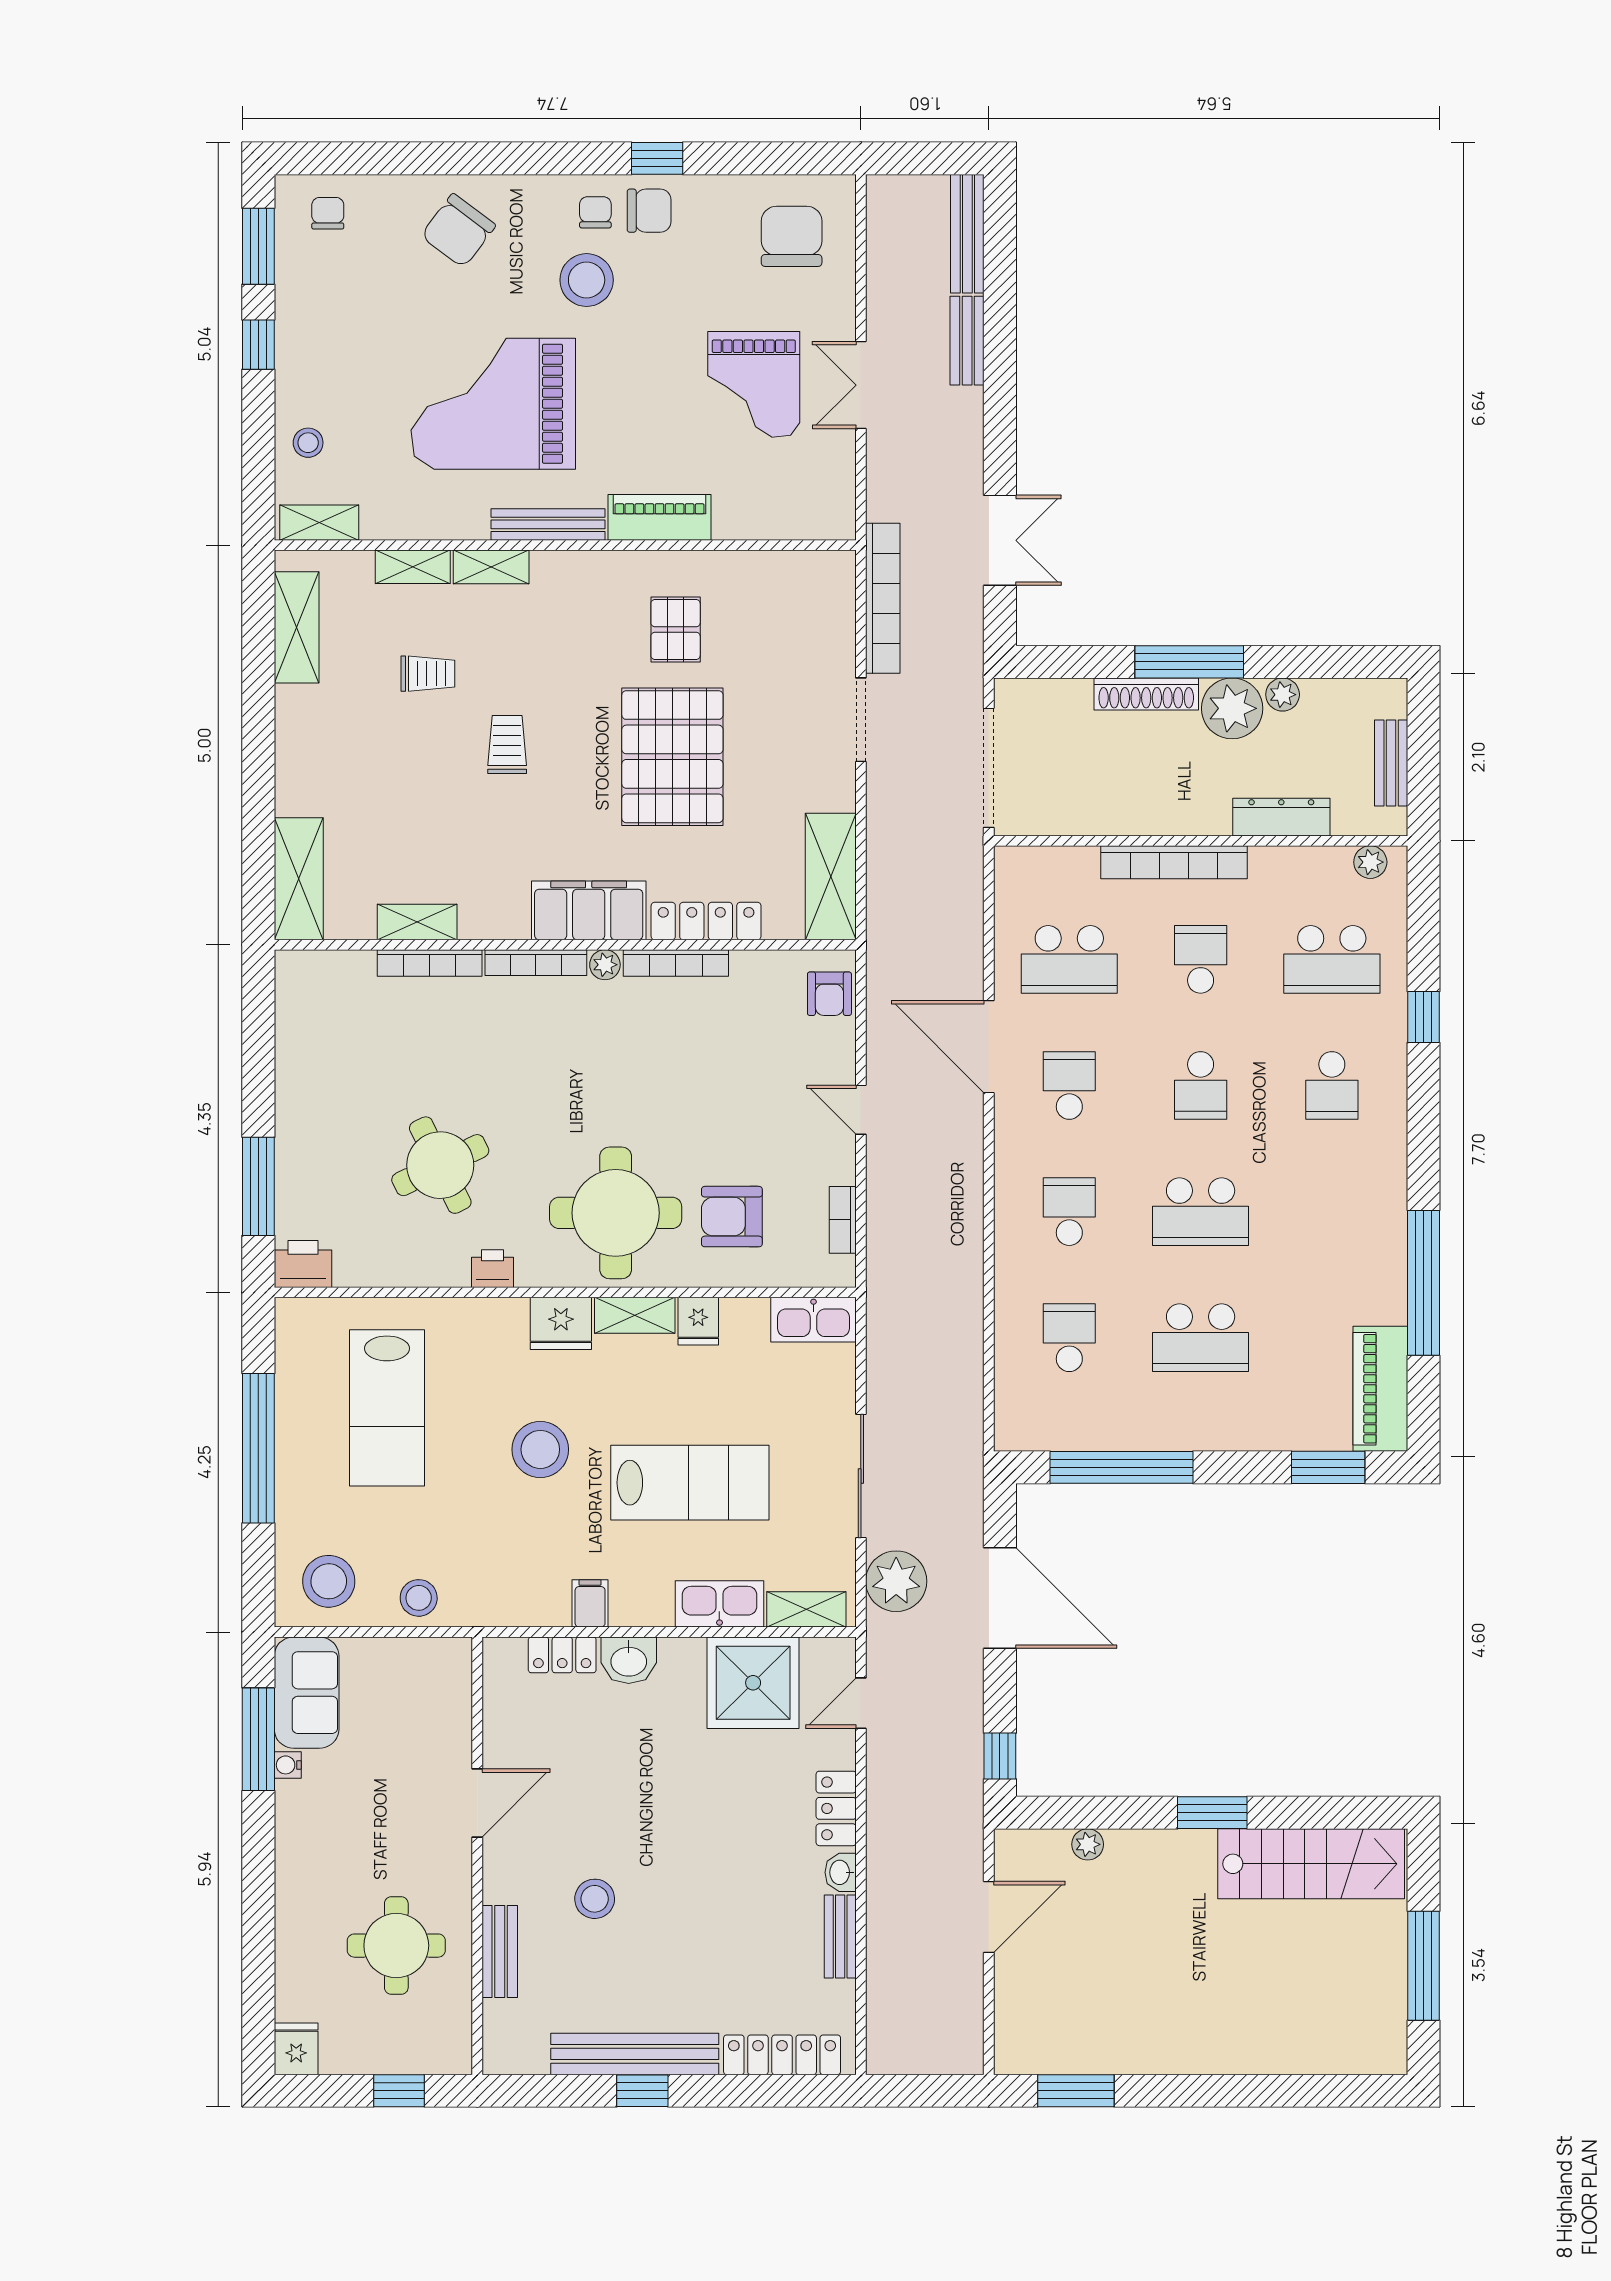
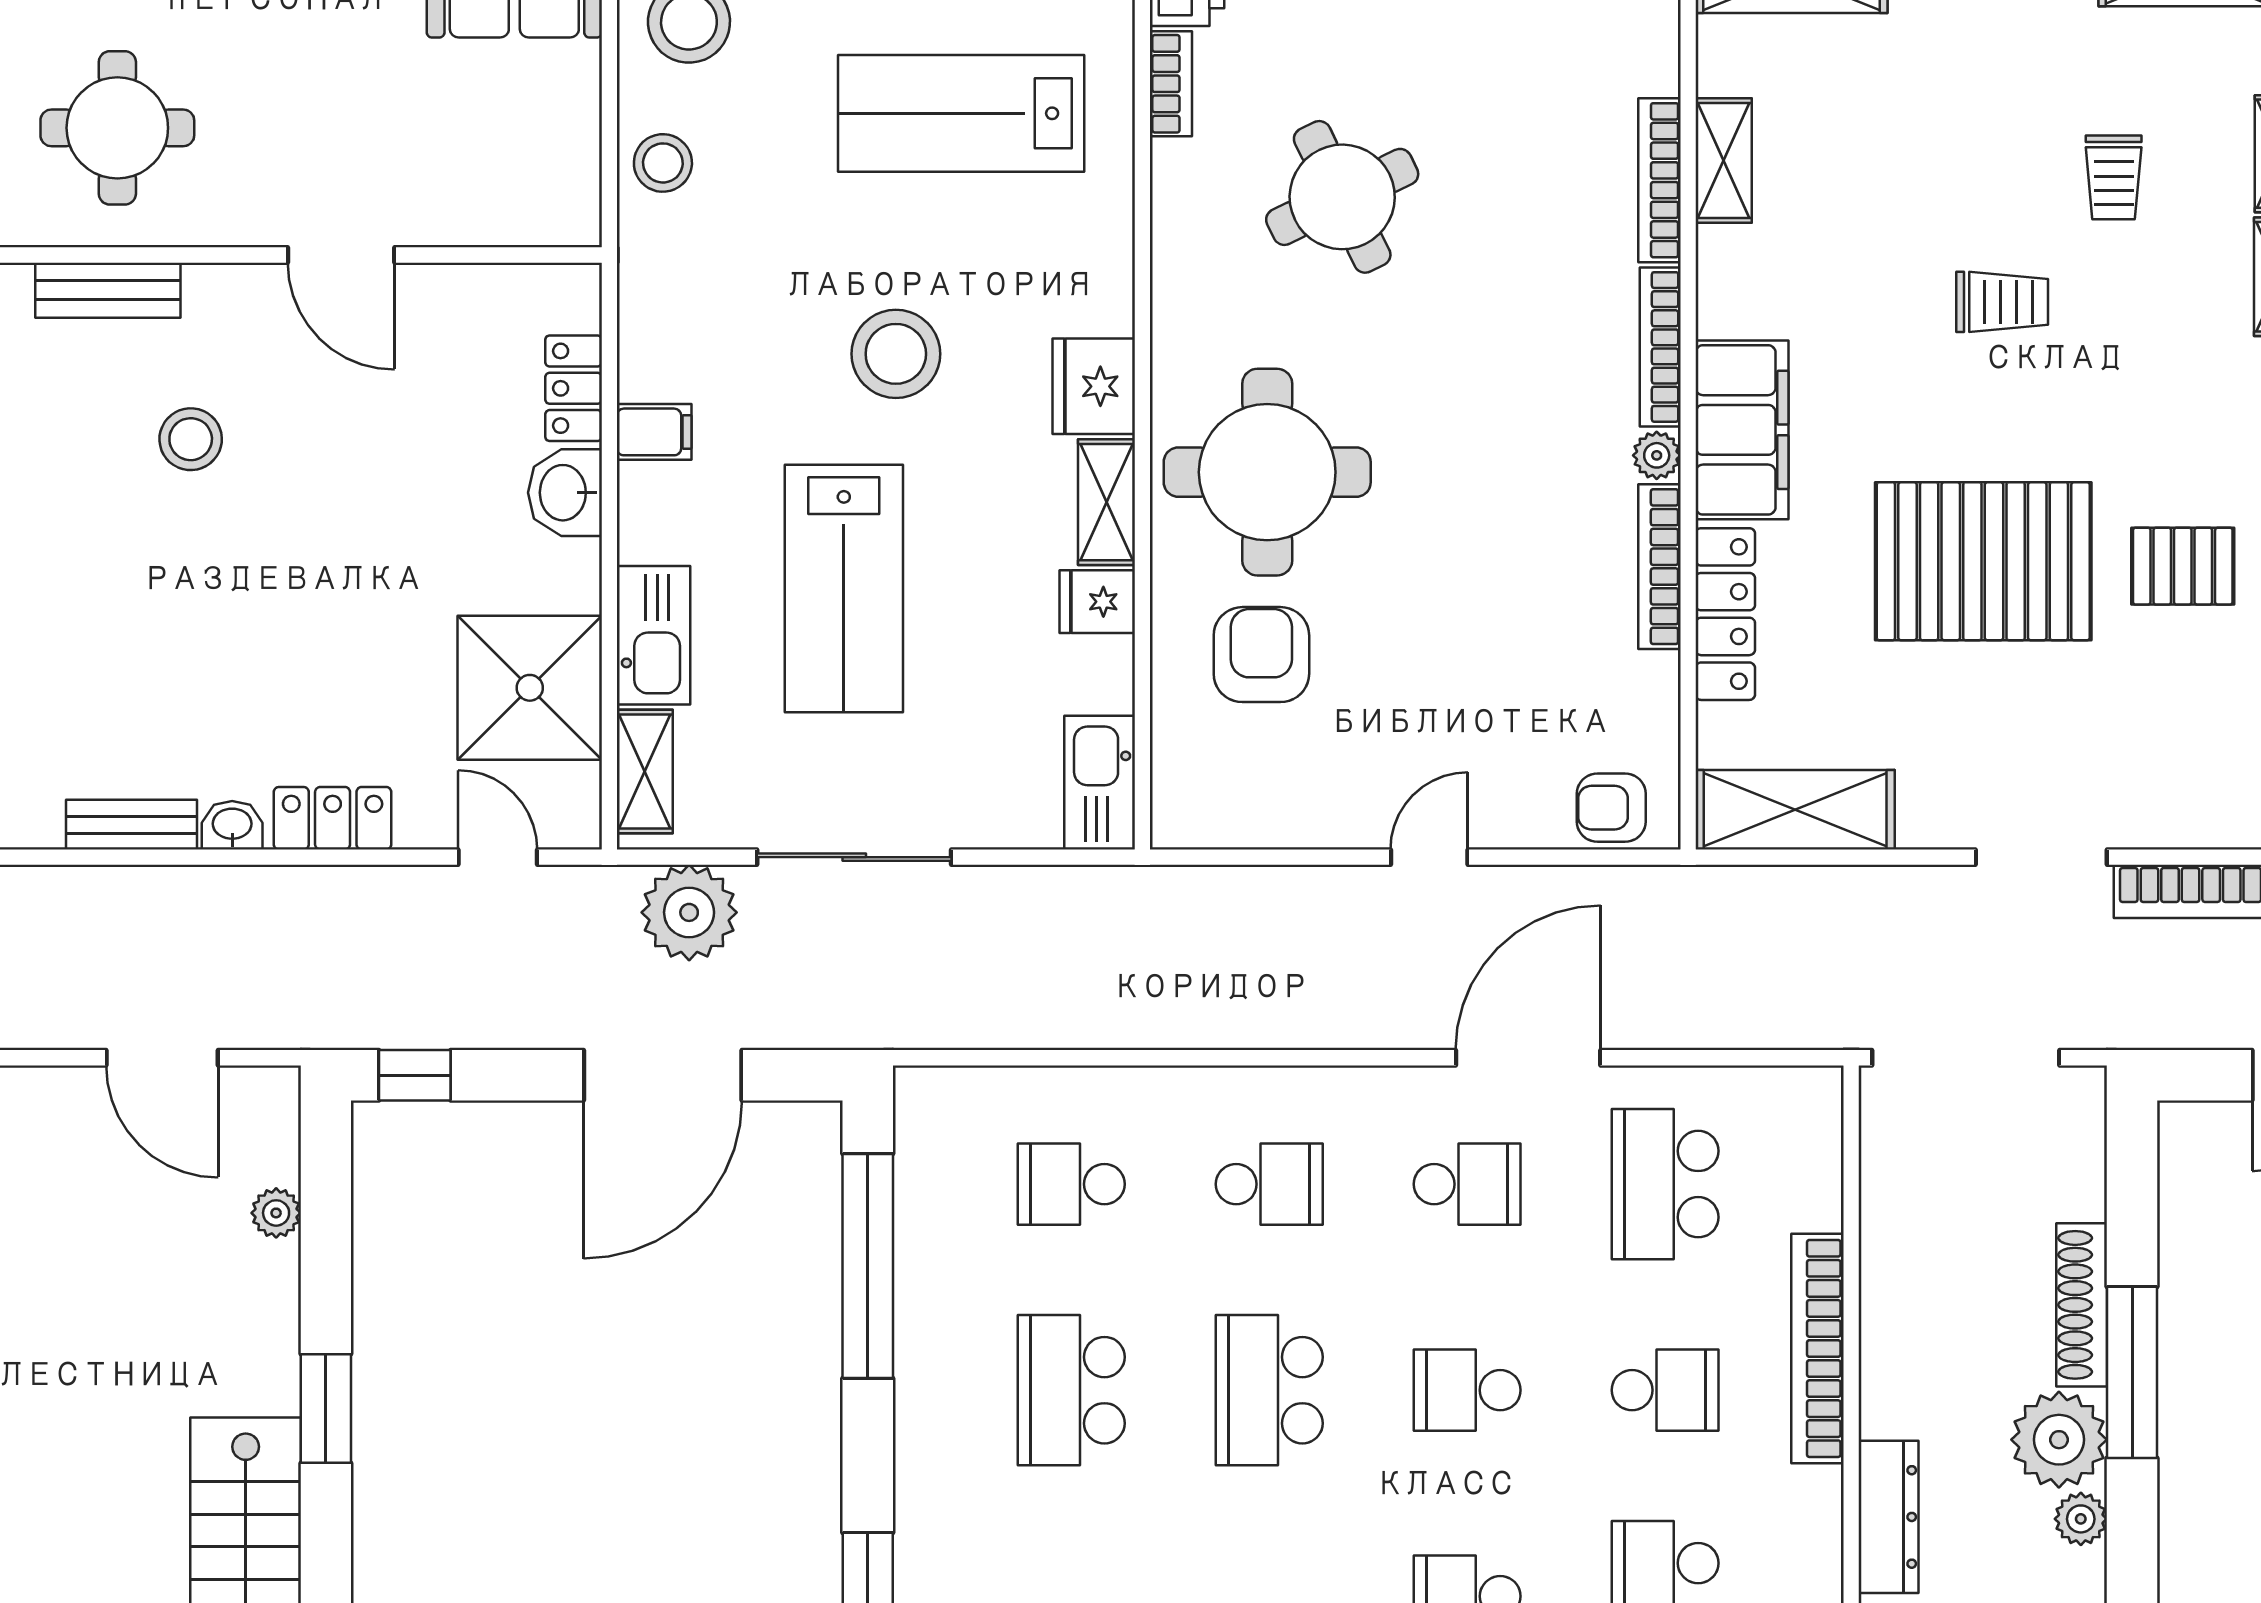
bookcase: (843, 1220) -> (1171, 84), moved, turned 90
printer: (492, 1269) -> (1180, 279), removed
school desk: (1069, 1338) -> (1071, 1184), turned 180

